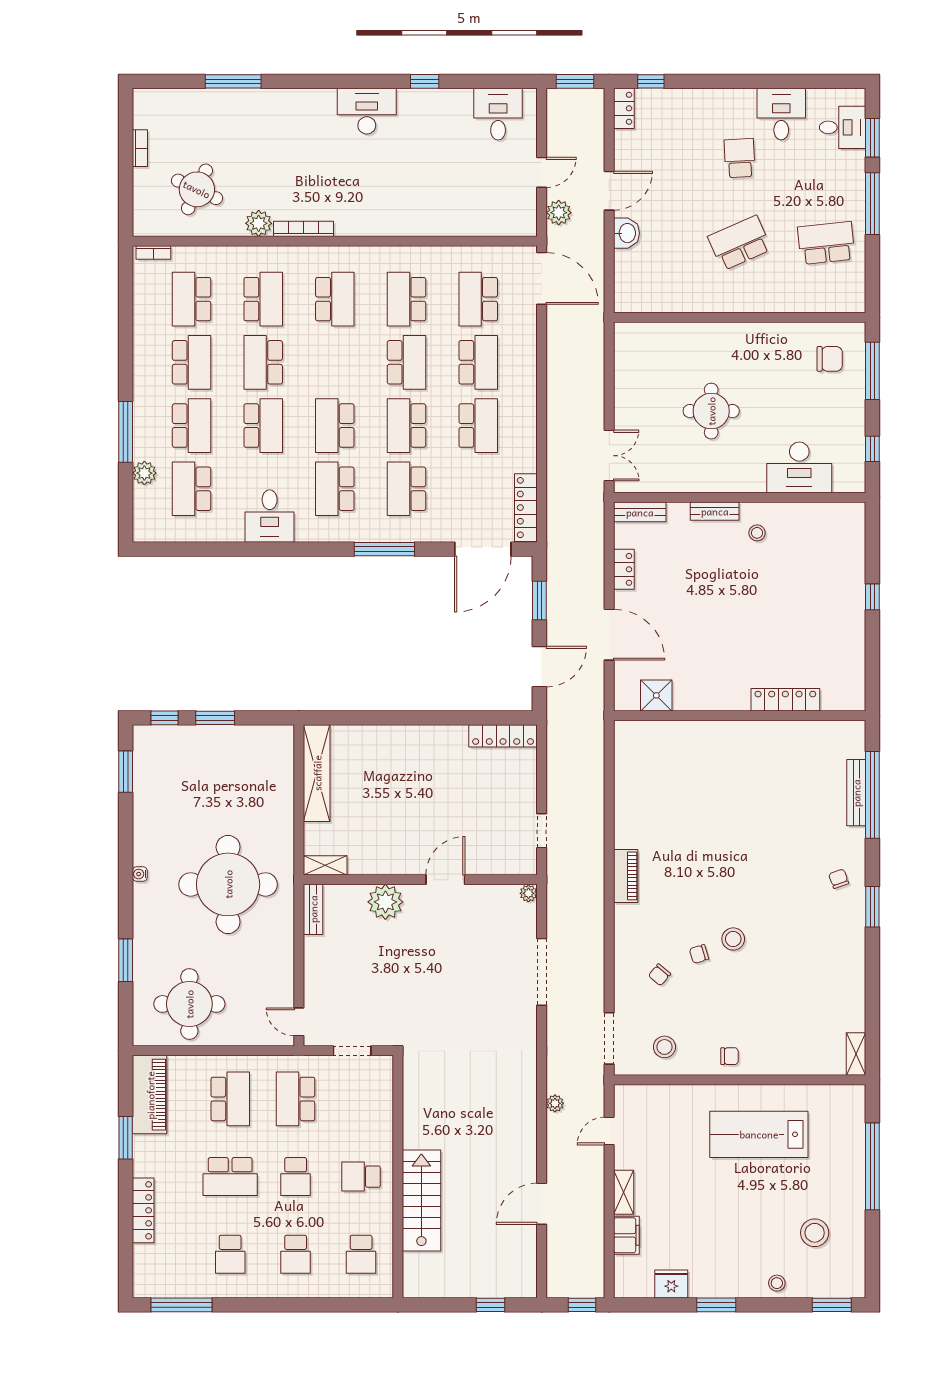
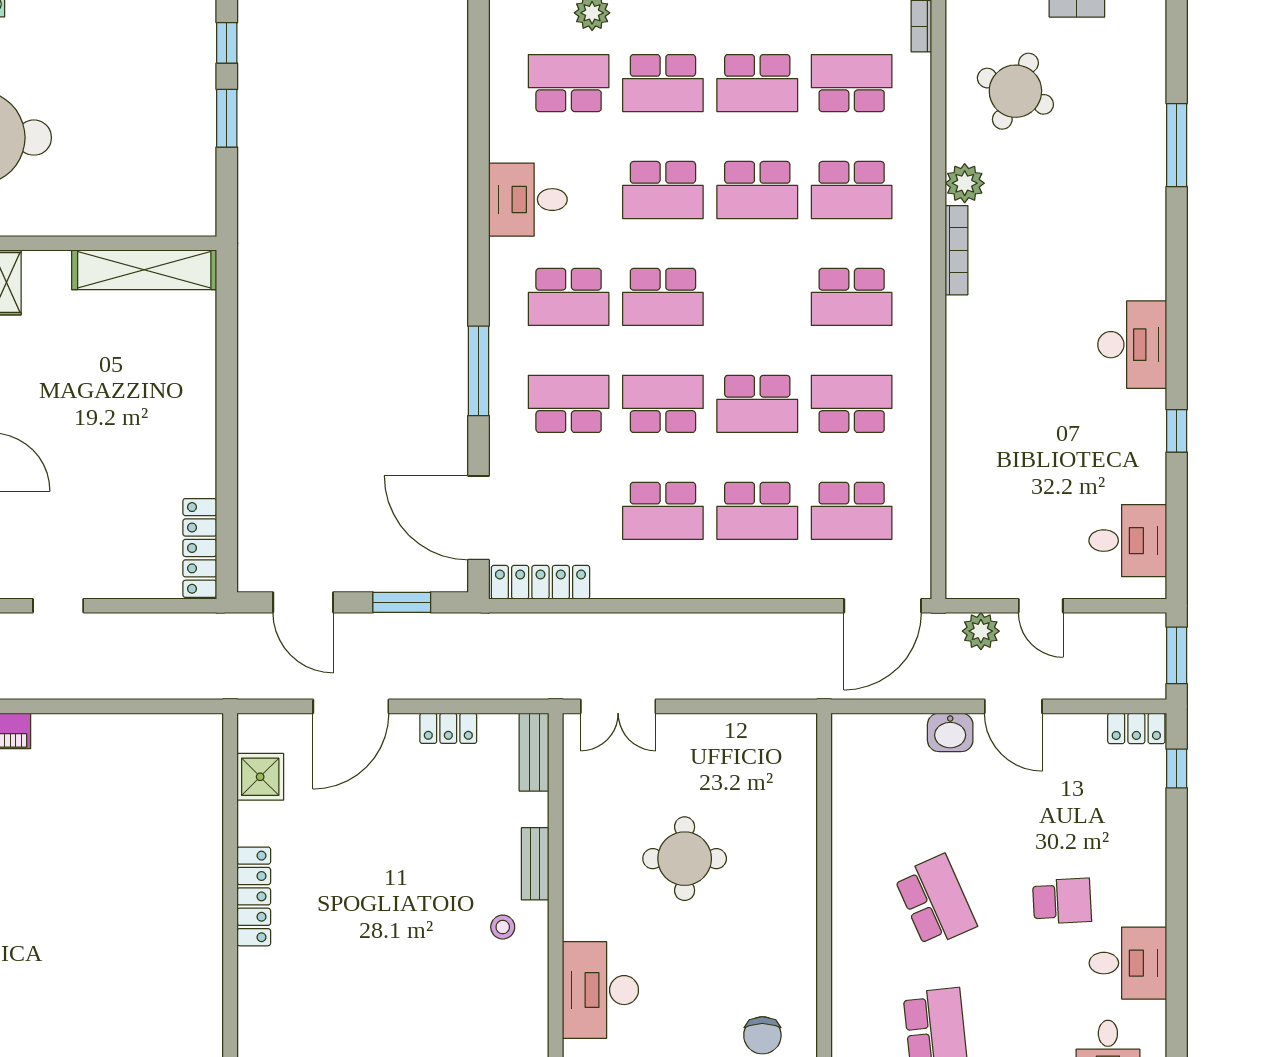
school desk: (478, 299) -> (852, 511), turned 180
school desk: (263, 362) -> (757, 190), turned 180
school desk: (335, 426) -> (663, 297), turned 180
school desk: (335, 489) -> (569, 297), turned 180
locker: (785, 700) -> (254, 896), moved

